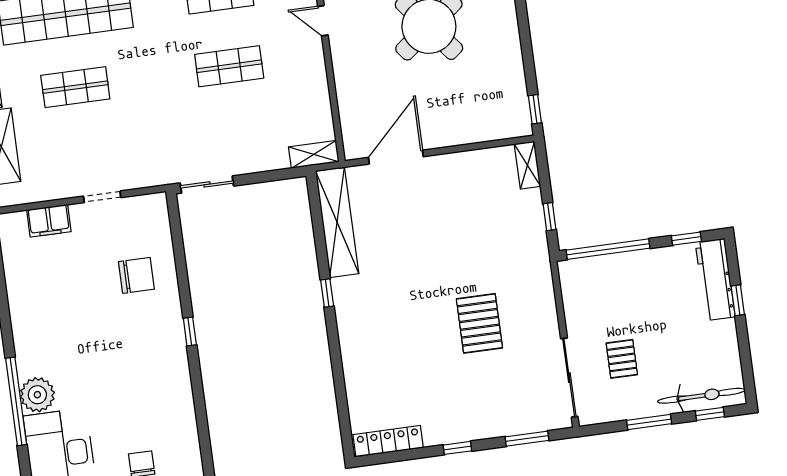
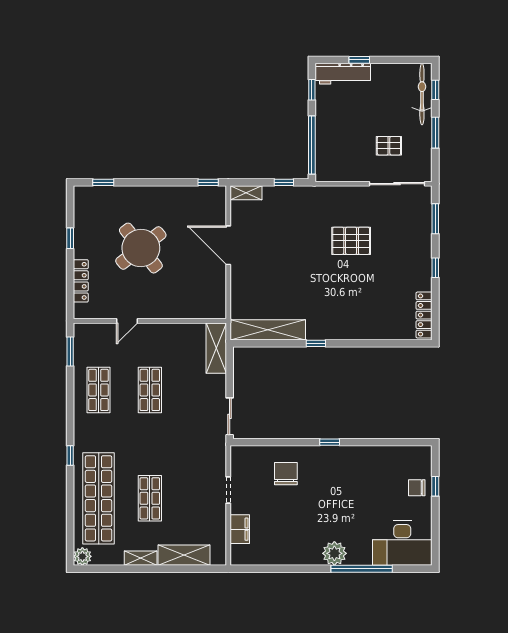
shelving: (314, 154) -> (216, 348), width x1.50, depth x1.33
door: (396, 157) -> (228, 245), moved
plant: (37, 395) -> (334, 553), moved

